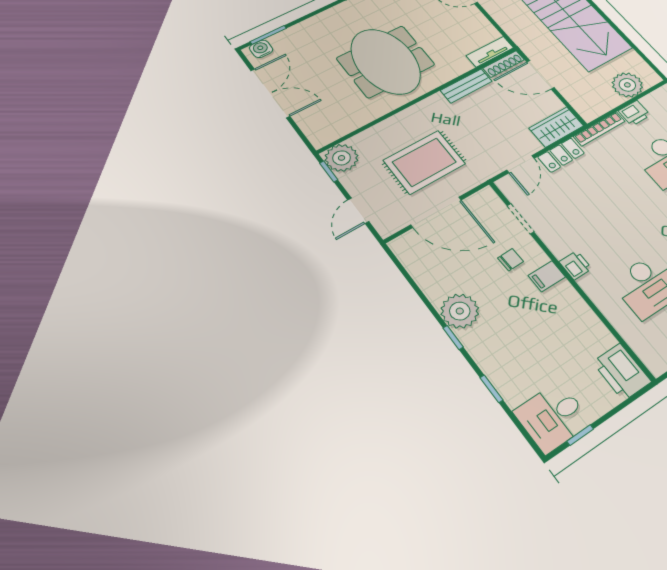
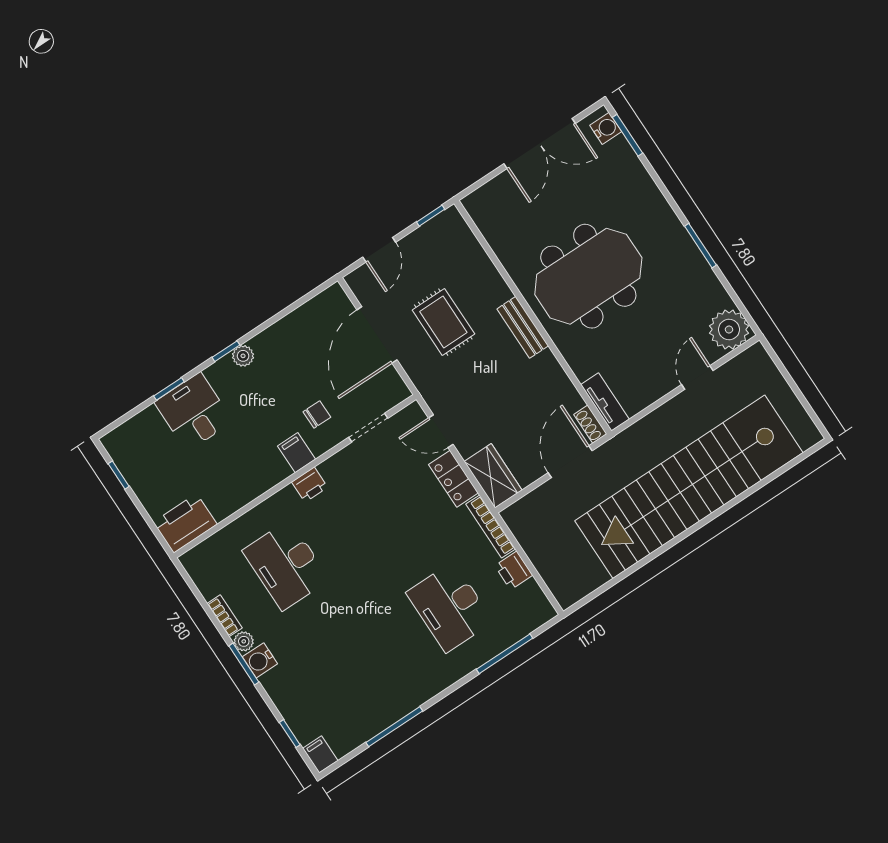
shoe rack: (504, 64) -> (590, 424), width x0.70
plant: (627, 85) -> (556, 566), removed
bench: (466, 86) -> (523, 327), moved
plant: (342, 158) -> (449, 229), removed
rug: (424, 162) -> (443, 322), width x0.73, depth x0.70
door: (358, 211) -> (379, 250), swing flipped
chair: (510, 260) -> (317, 414), turned -88
plant: (460, 311) -> (243, 356), width x0.53, depth x0.53
desk: (553, 417) -> (194, 412), moved

